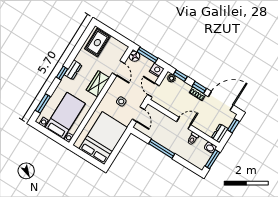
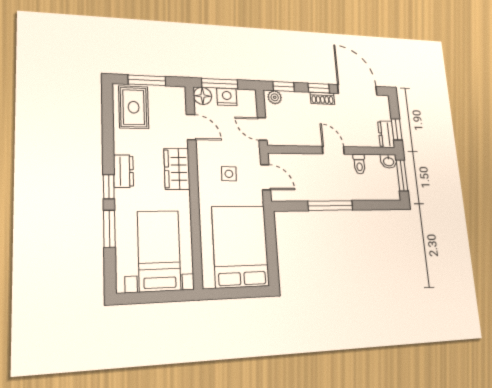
window: (112, 33) -> (147, 80), added
nightstand: (157, 70) -> (227, 97), moved
door: (221, 101) -> (357, 90), hinge flipped
window: (43, 103) -> (109, 229), moved
door: (184, 123) -> (333, 150), hinge flipped
window: (233, 126) -> (397, 129), moved

